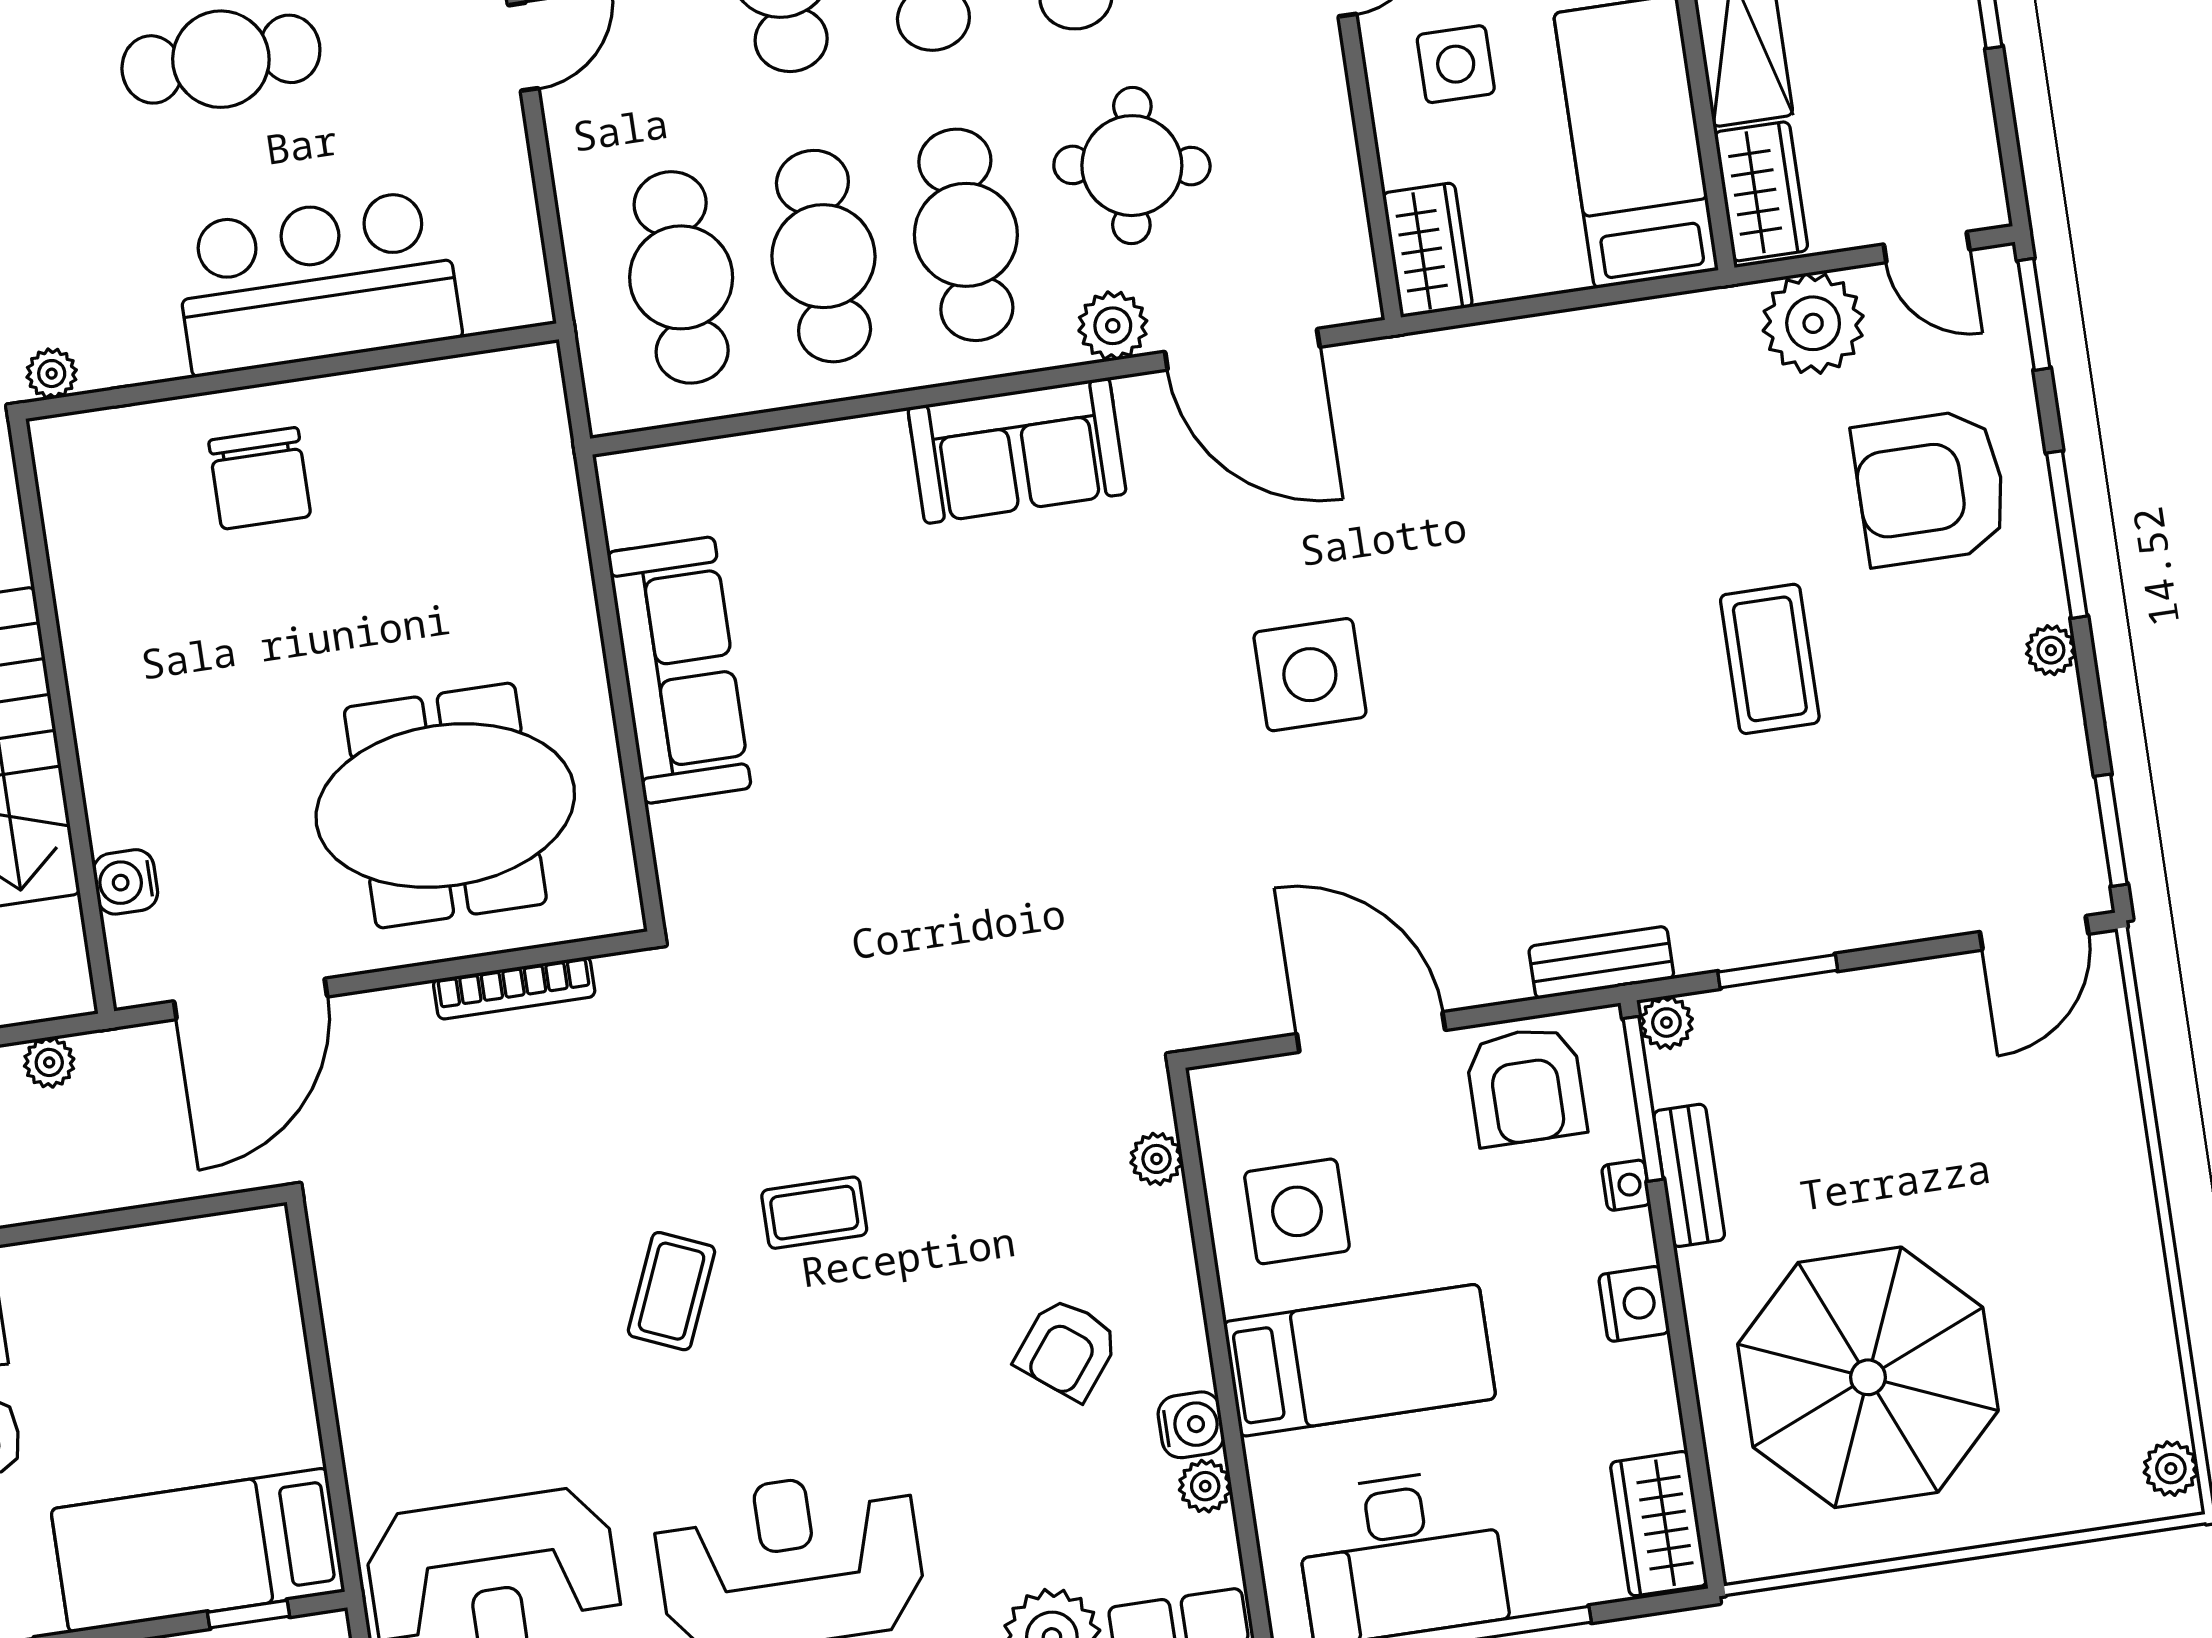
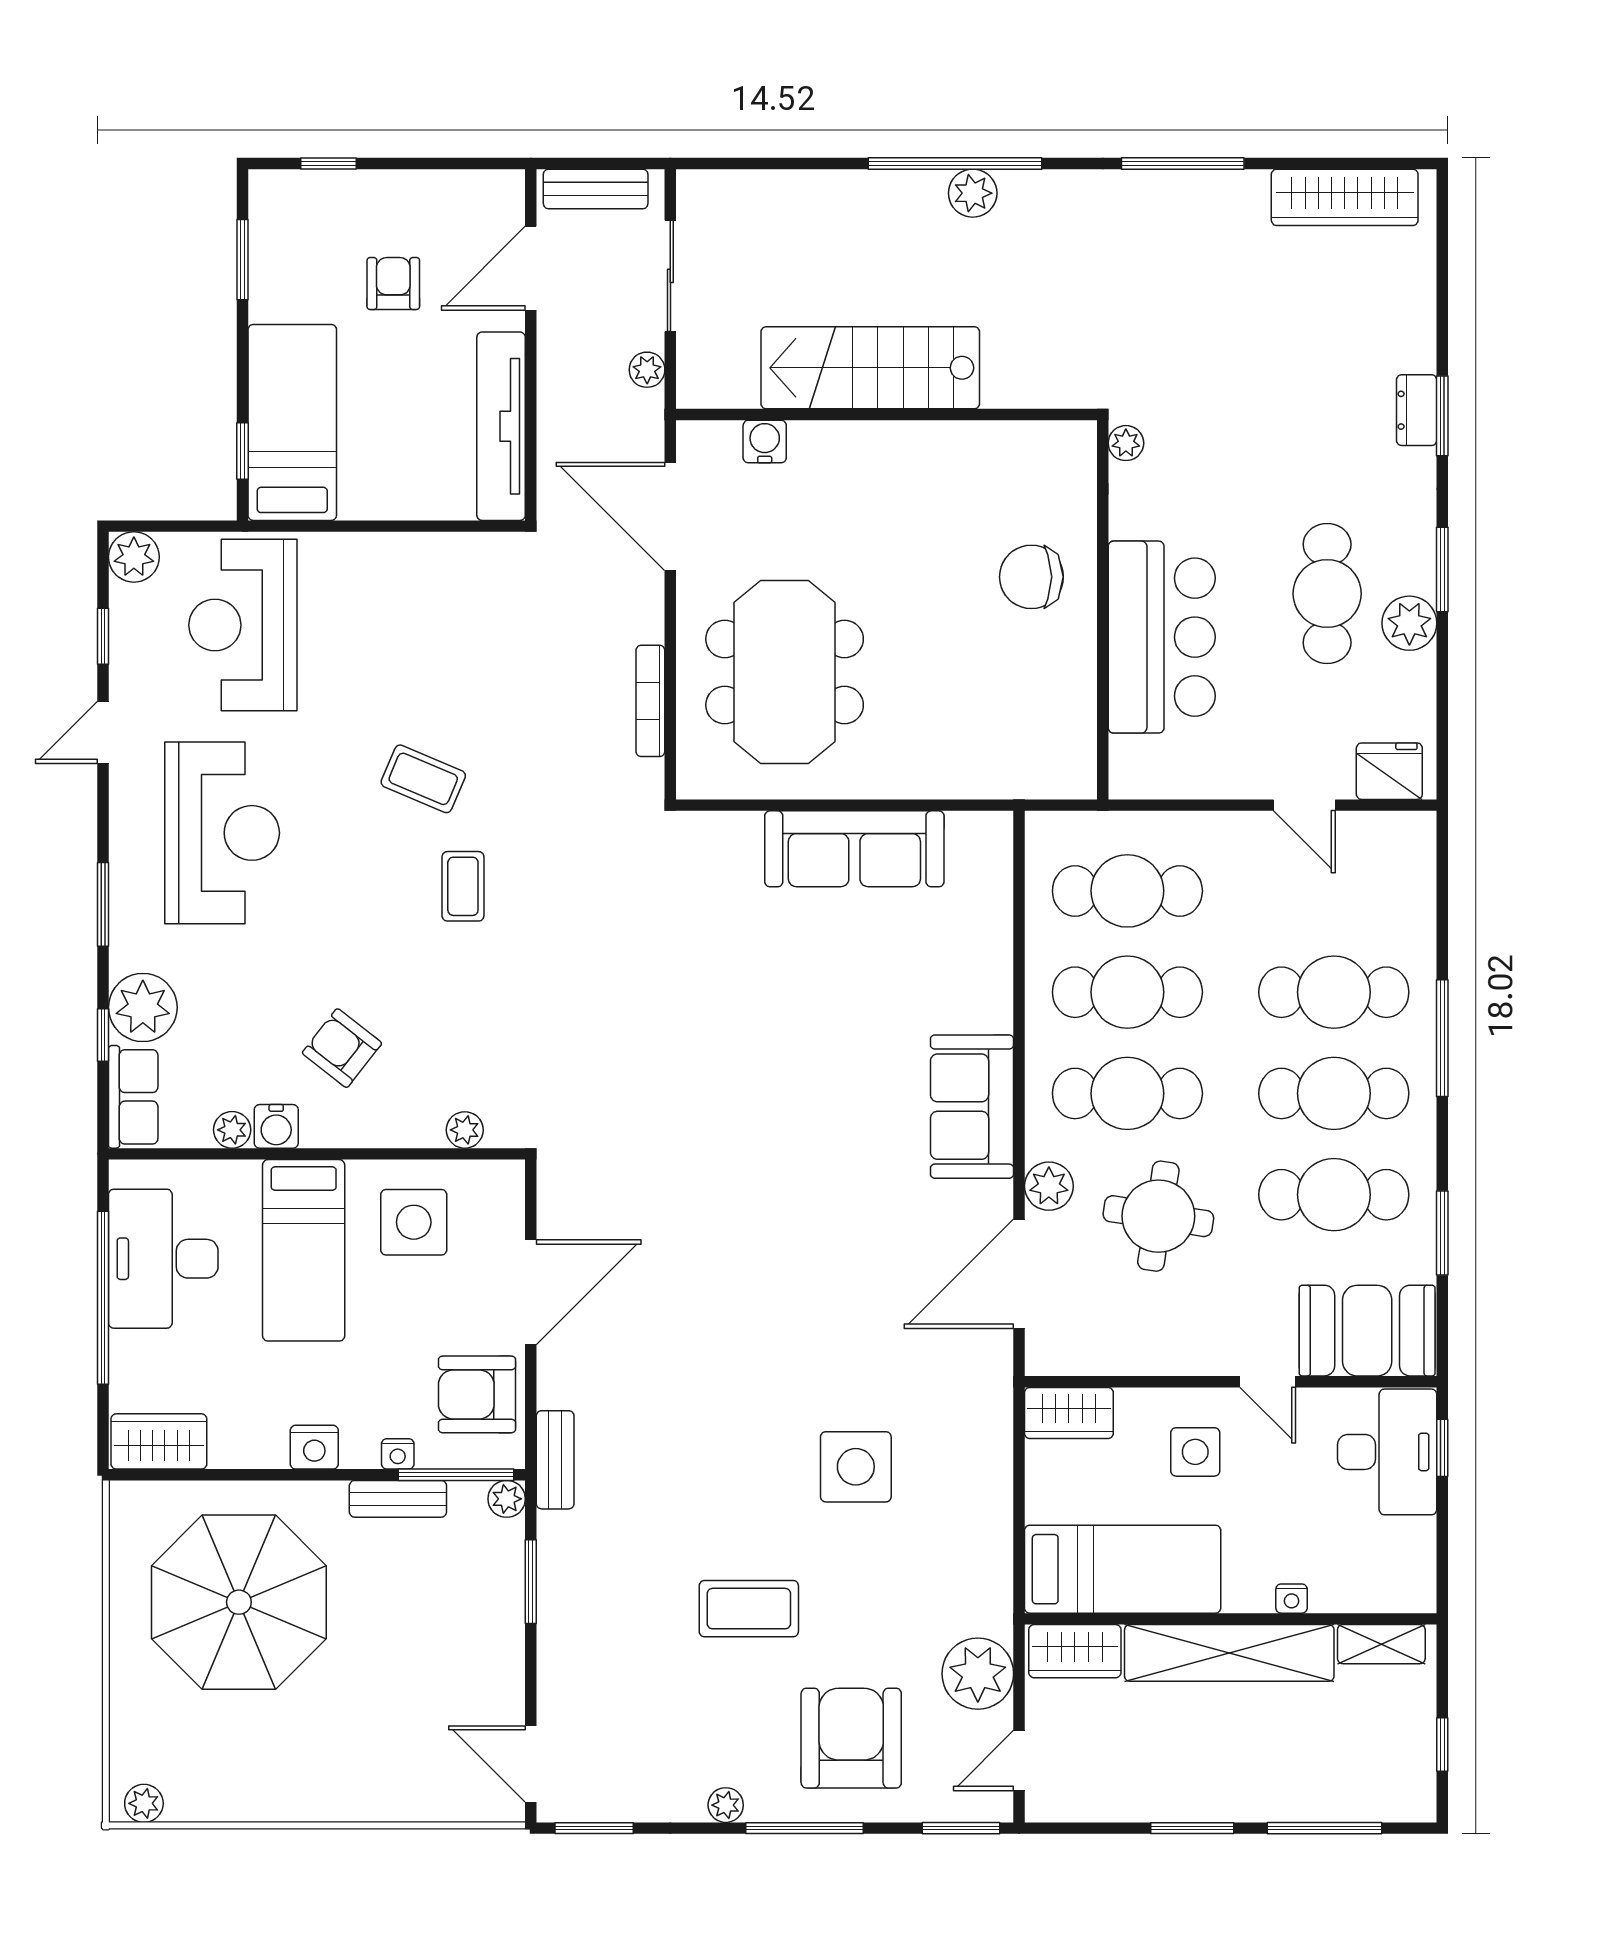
side table: (1310, 675) -> (856, 1467), moved
tv unit: (159, 1256) -> (501, 426), added

